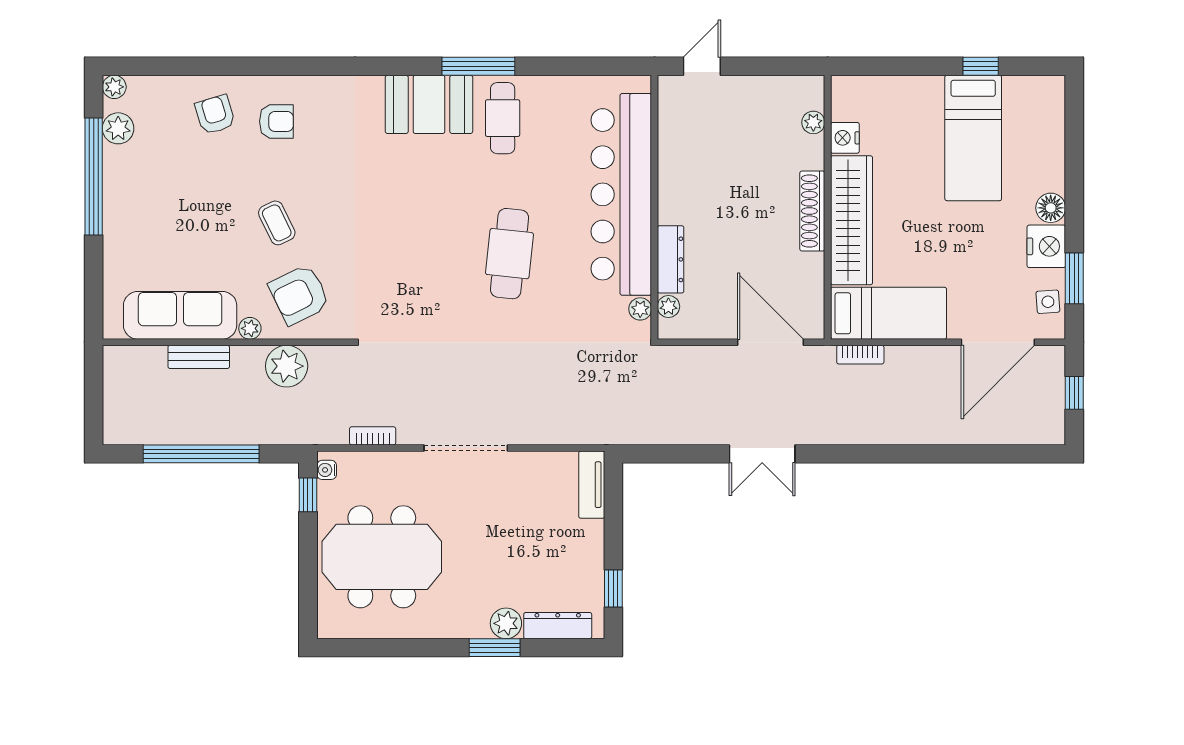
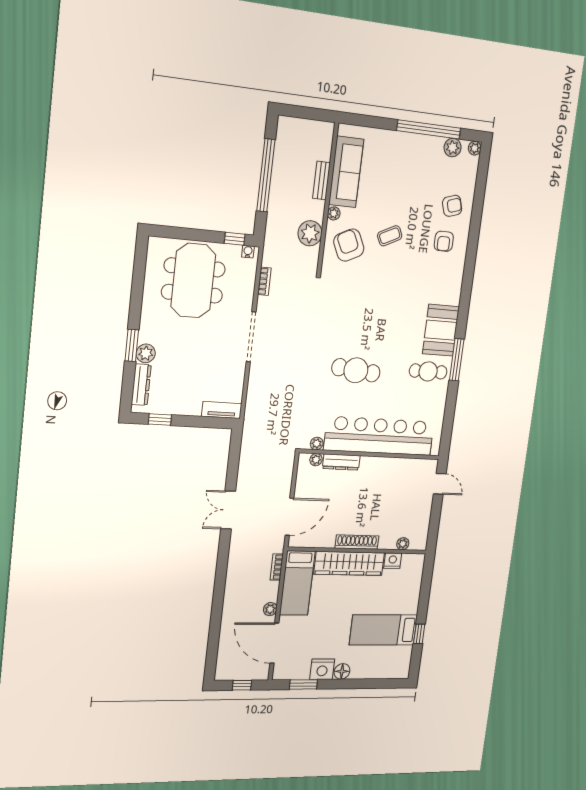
side table: (1048, 302) -> (293, 670), removed
plant: (936, 357) -> (270, 609), added

